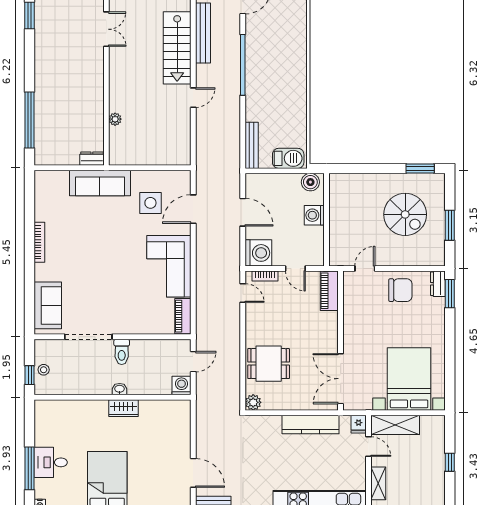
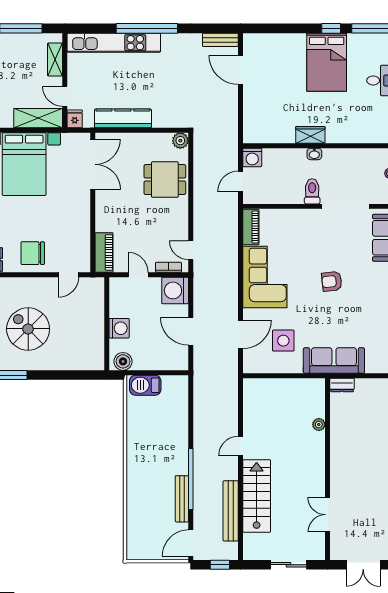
bench: (252, 145) -> (182, 499), moved
armchair: (102, 262) -> (332, 281), added

